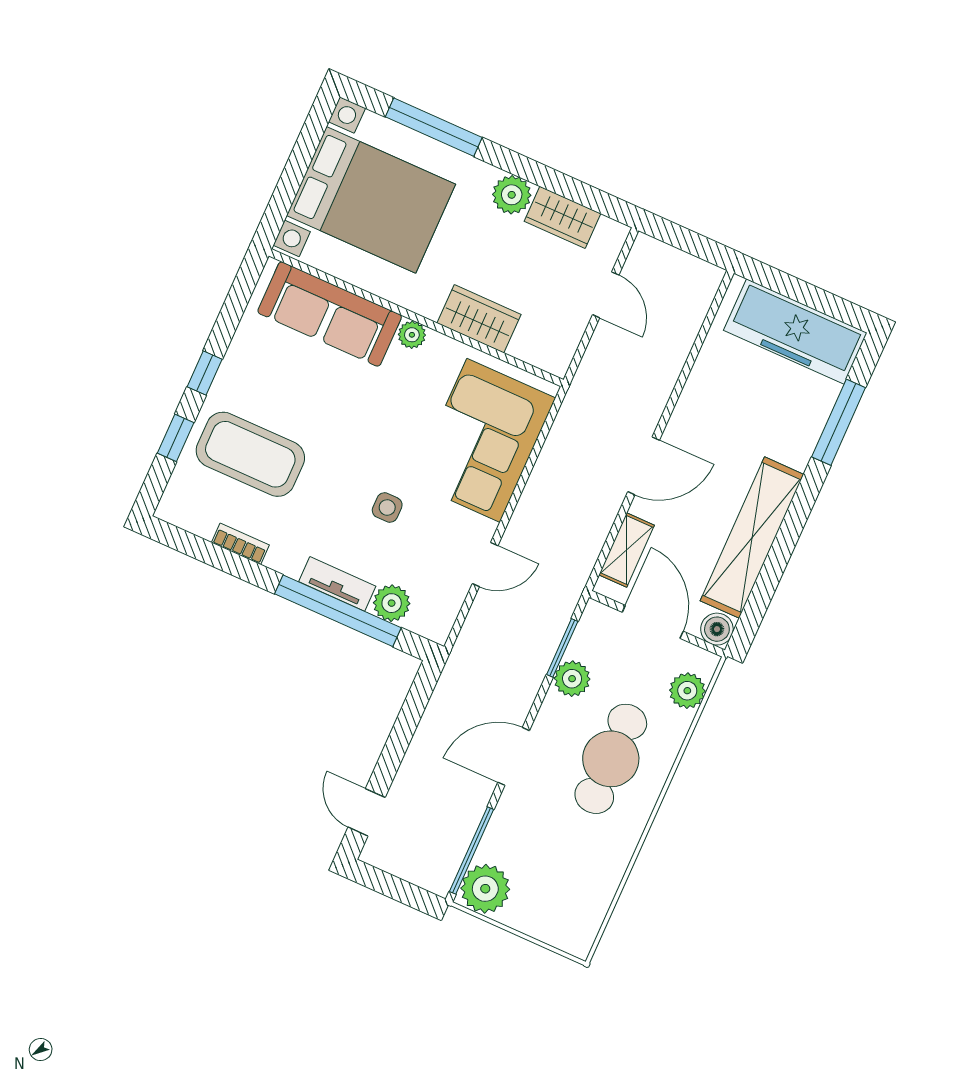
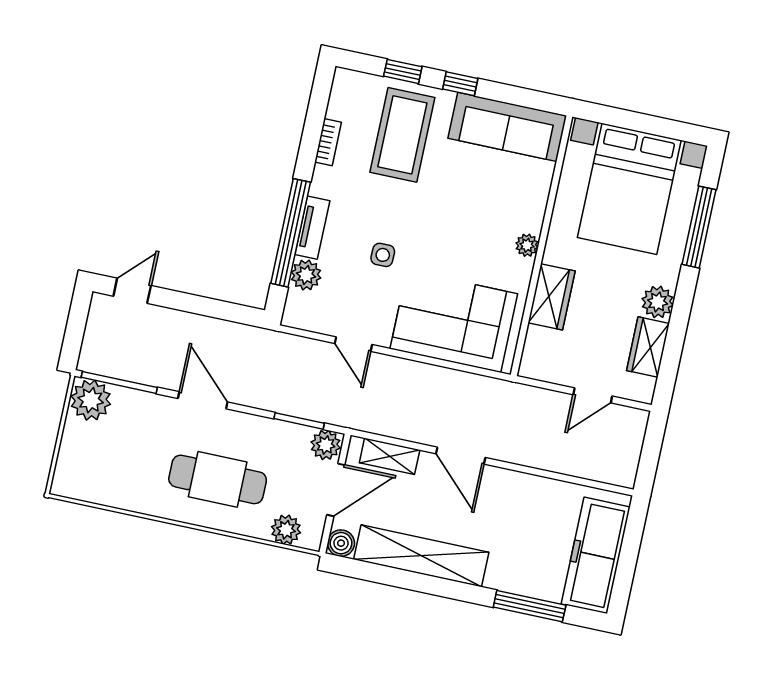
sofa: (330, 314) -> (507, 127), moved, turned -90
plant: (572, 679) -> (326, 445), moved

